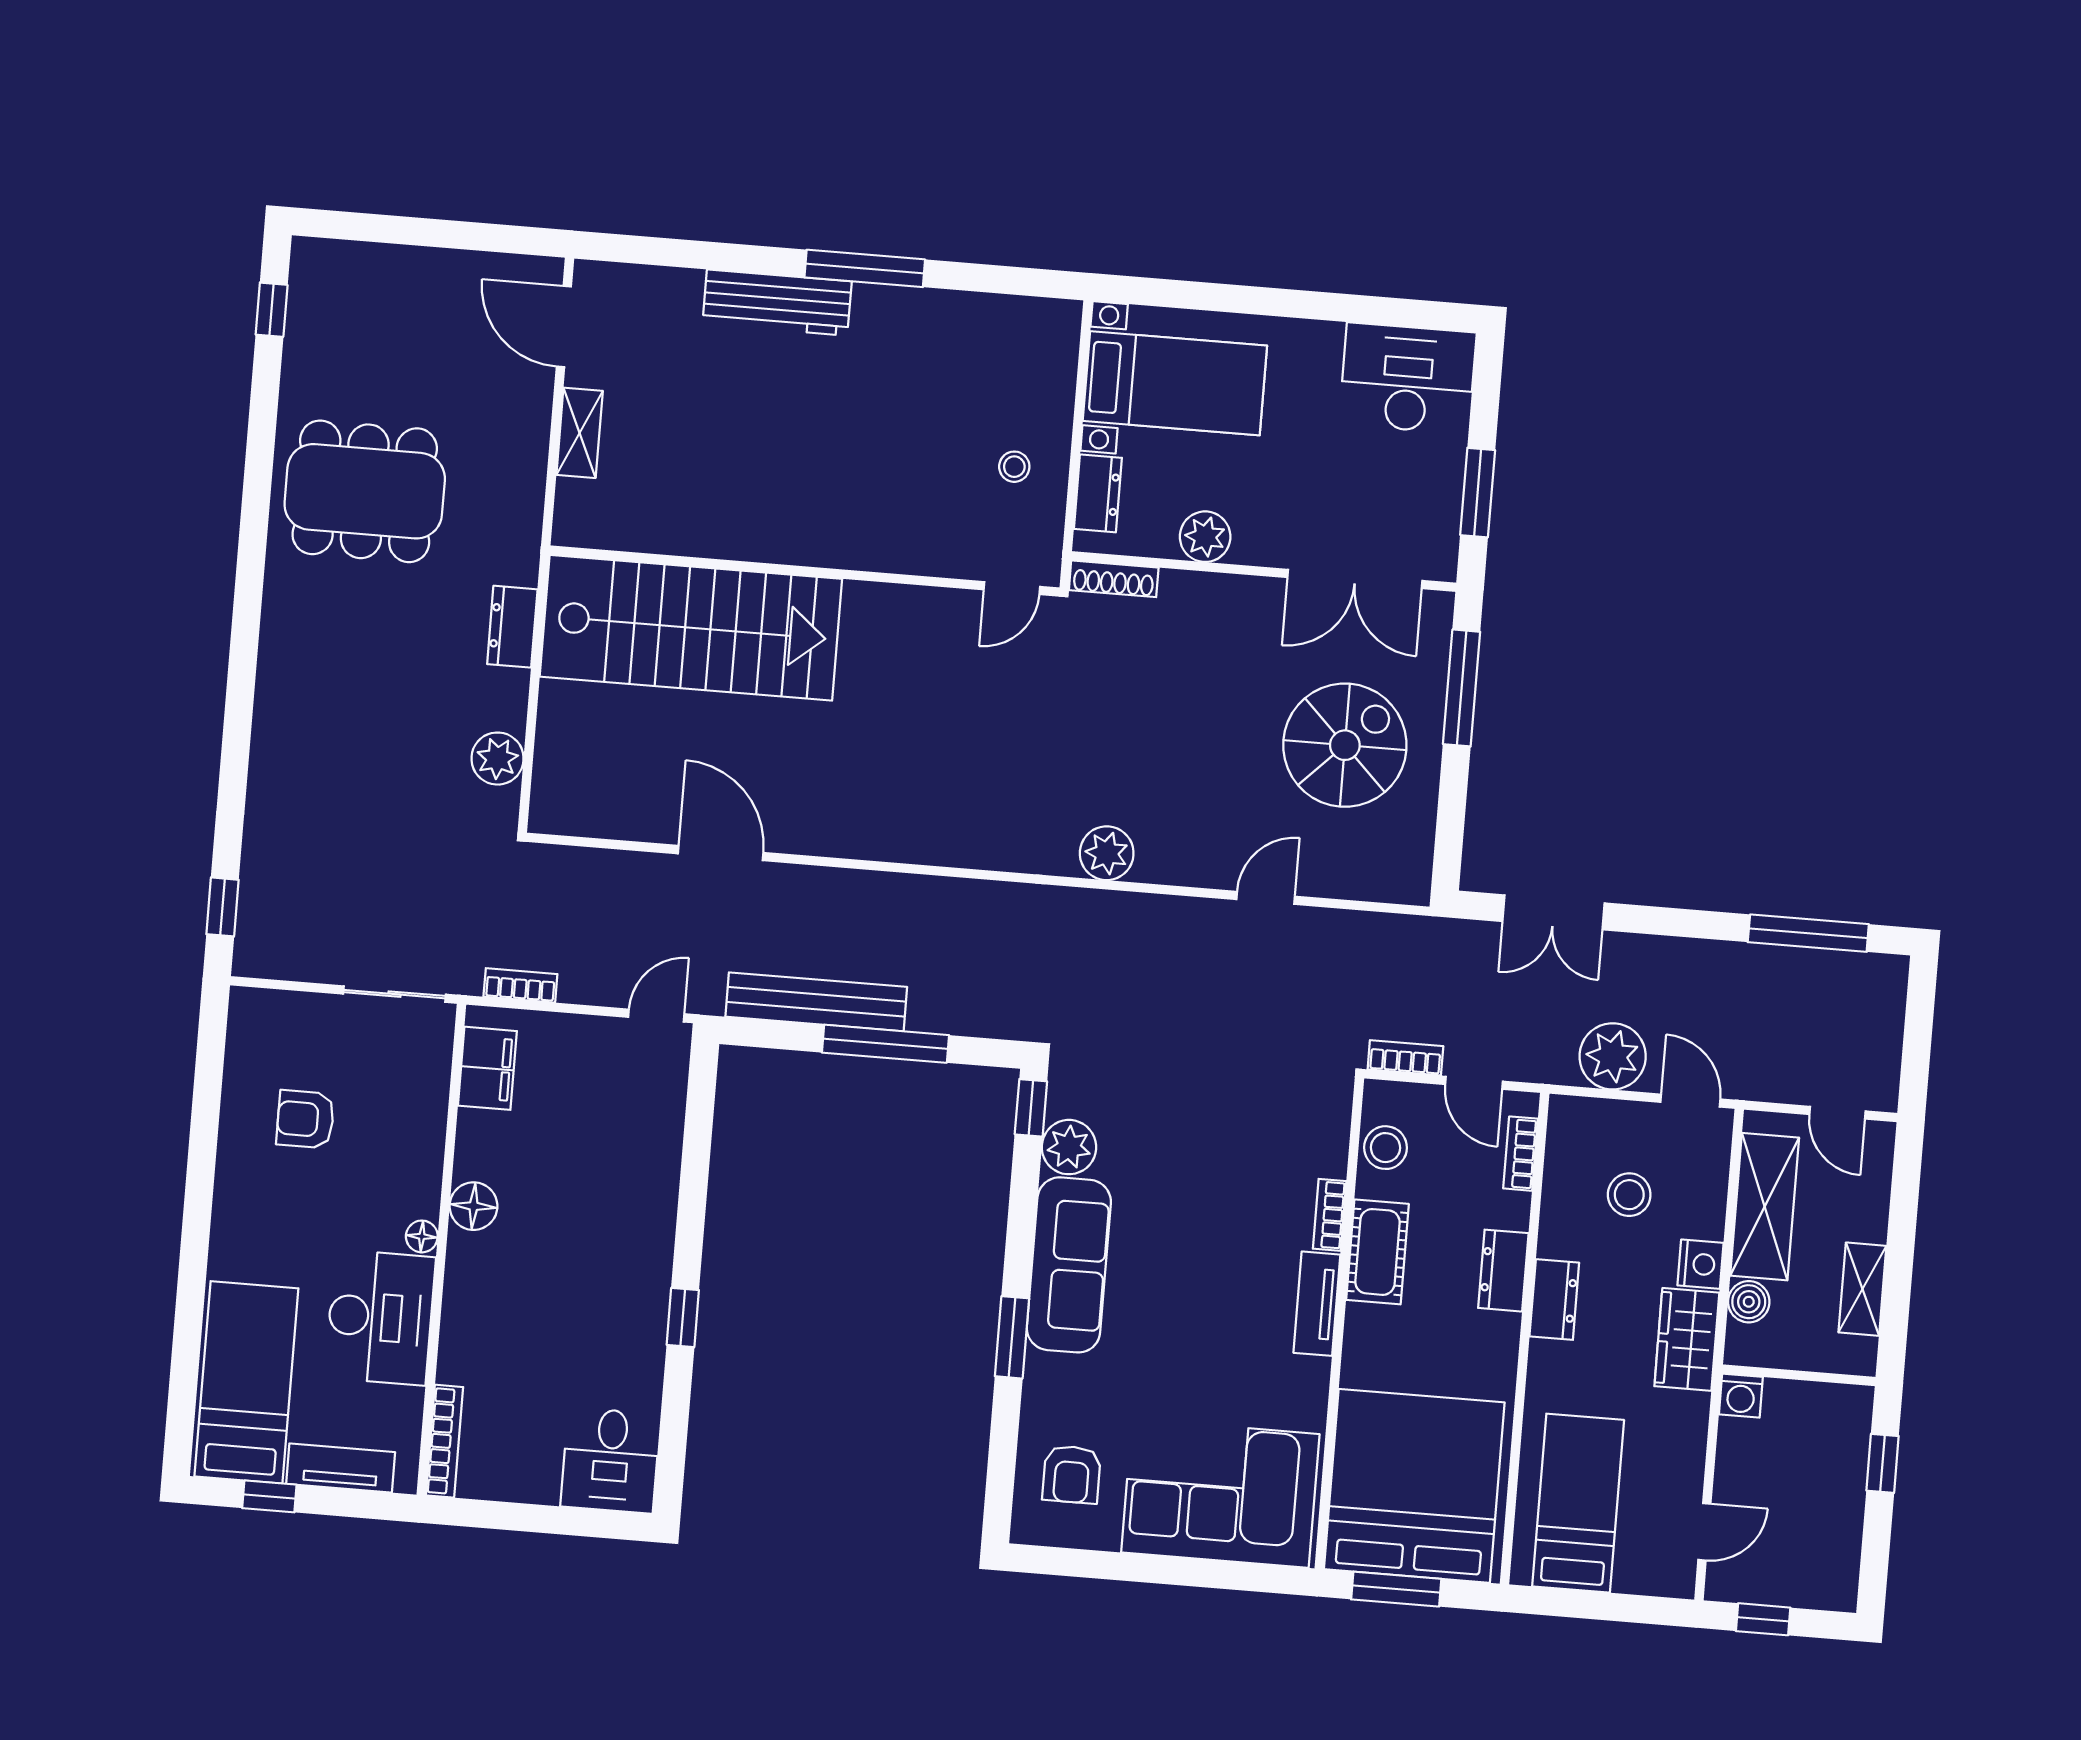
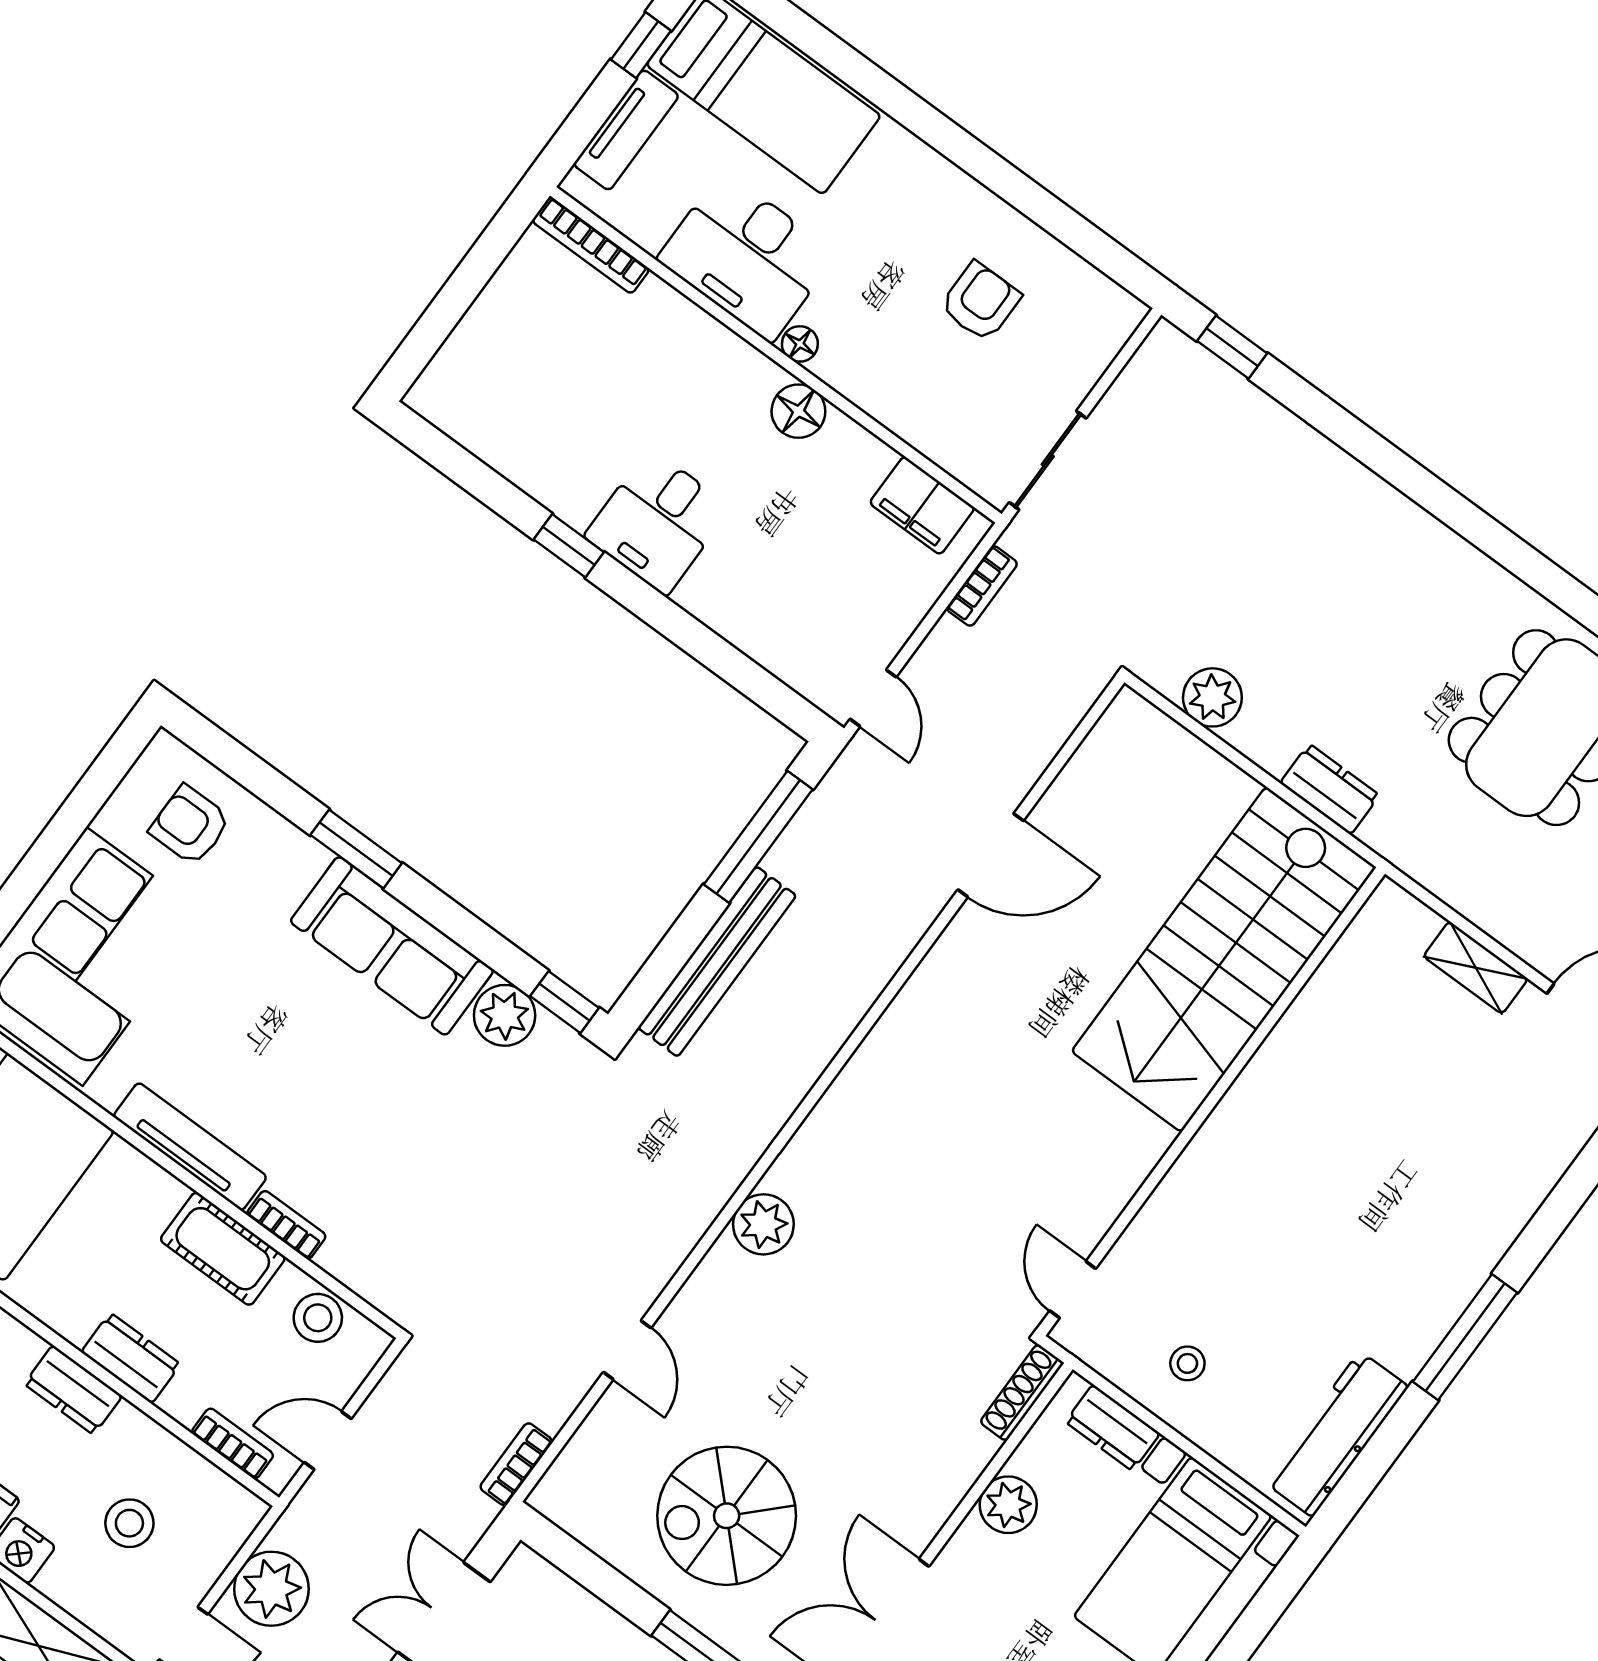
workbench: (777, 303) -> (1336, 1434), moved
spiral stairs: (1345, 745) -> (727, 1516), turned 90
bench: (816, 1002) -> (717, 962), moved
window: (885, 1044) -> (758, 837), moved
bookcase: (1405, 1058) -> (516, 1464), moved, turned 180
tv unit: (1317, 1304) -> (190, 1147), width x1.41
desk: (610, 1460) -> (658, 522), moved, turned -90

